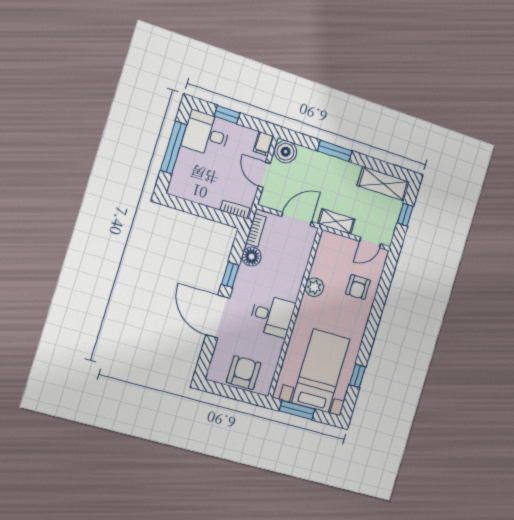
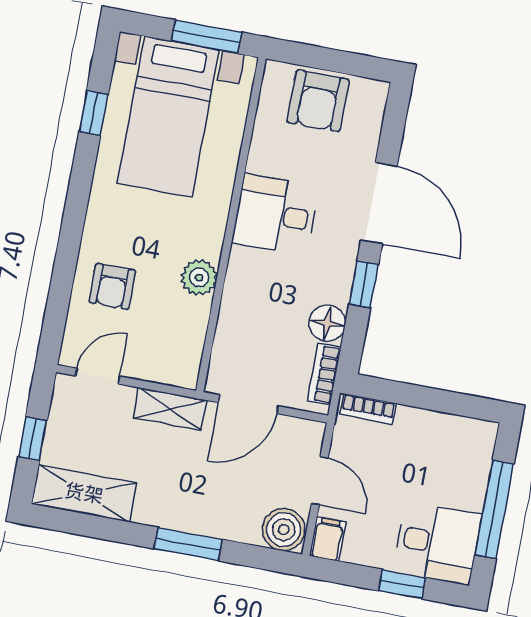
armchair: (358, 287) -> (112, 286), turned 180

